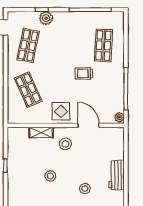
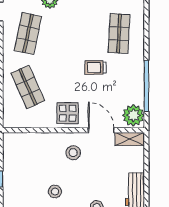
plant: (119, 117) -> (133, 115), width x1.88, depth x1.88
shelving: (41, 133) -> (130, 139), moved

